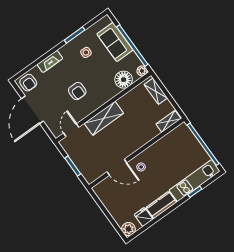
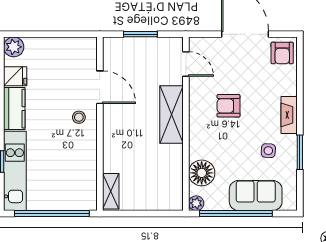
fireplace: (50, 61) -> (289, 115), moved
armchair: (28, 83) -> (282, 53), turned -90
shelving: (156, 91) -> (159, 202), removed
door: (117, 167) -> (100, 87), swing flipped

